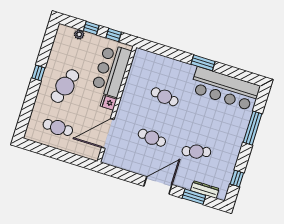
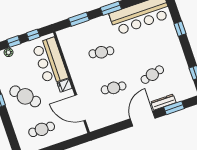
window: (166, 51) -> (79, 19), added
cafe table: (65, 86) -> (25, 96), turned -62
window: (253, 128) -> (180, 29), width x0.46
door: (108, 134) -> (80, 108), hinge flipped
dresser: (205, 190) -> (163, 102), moved

